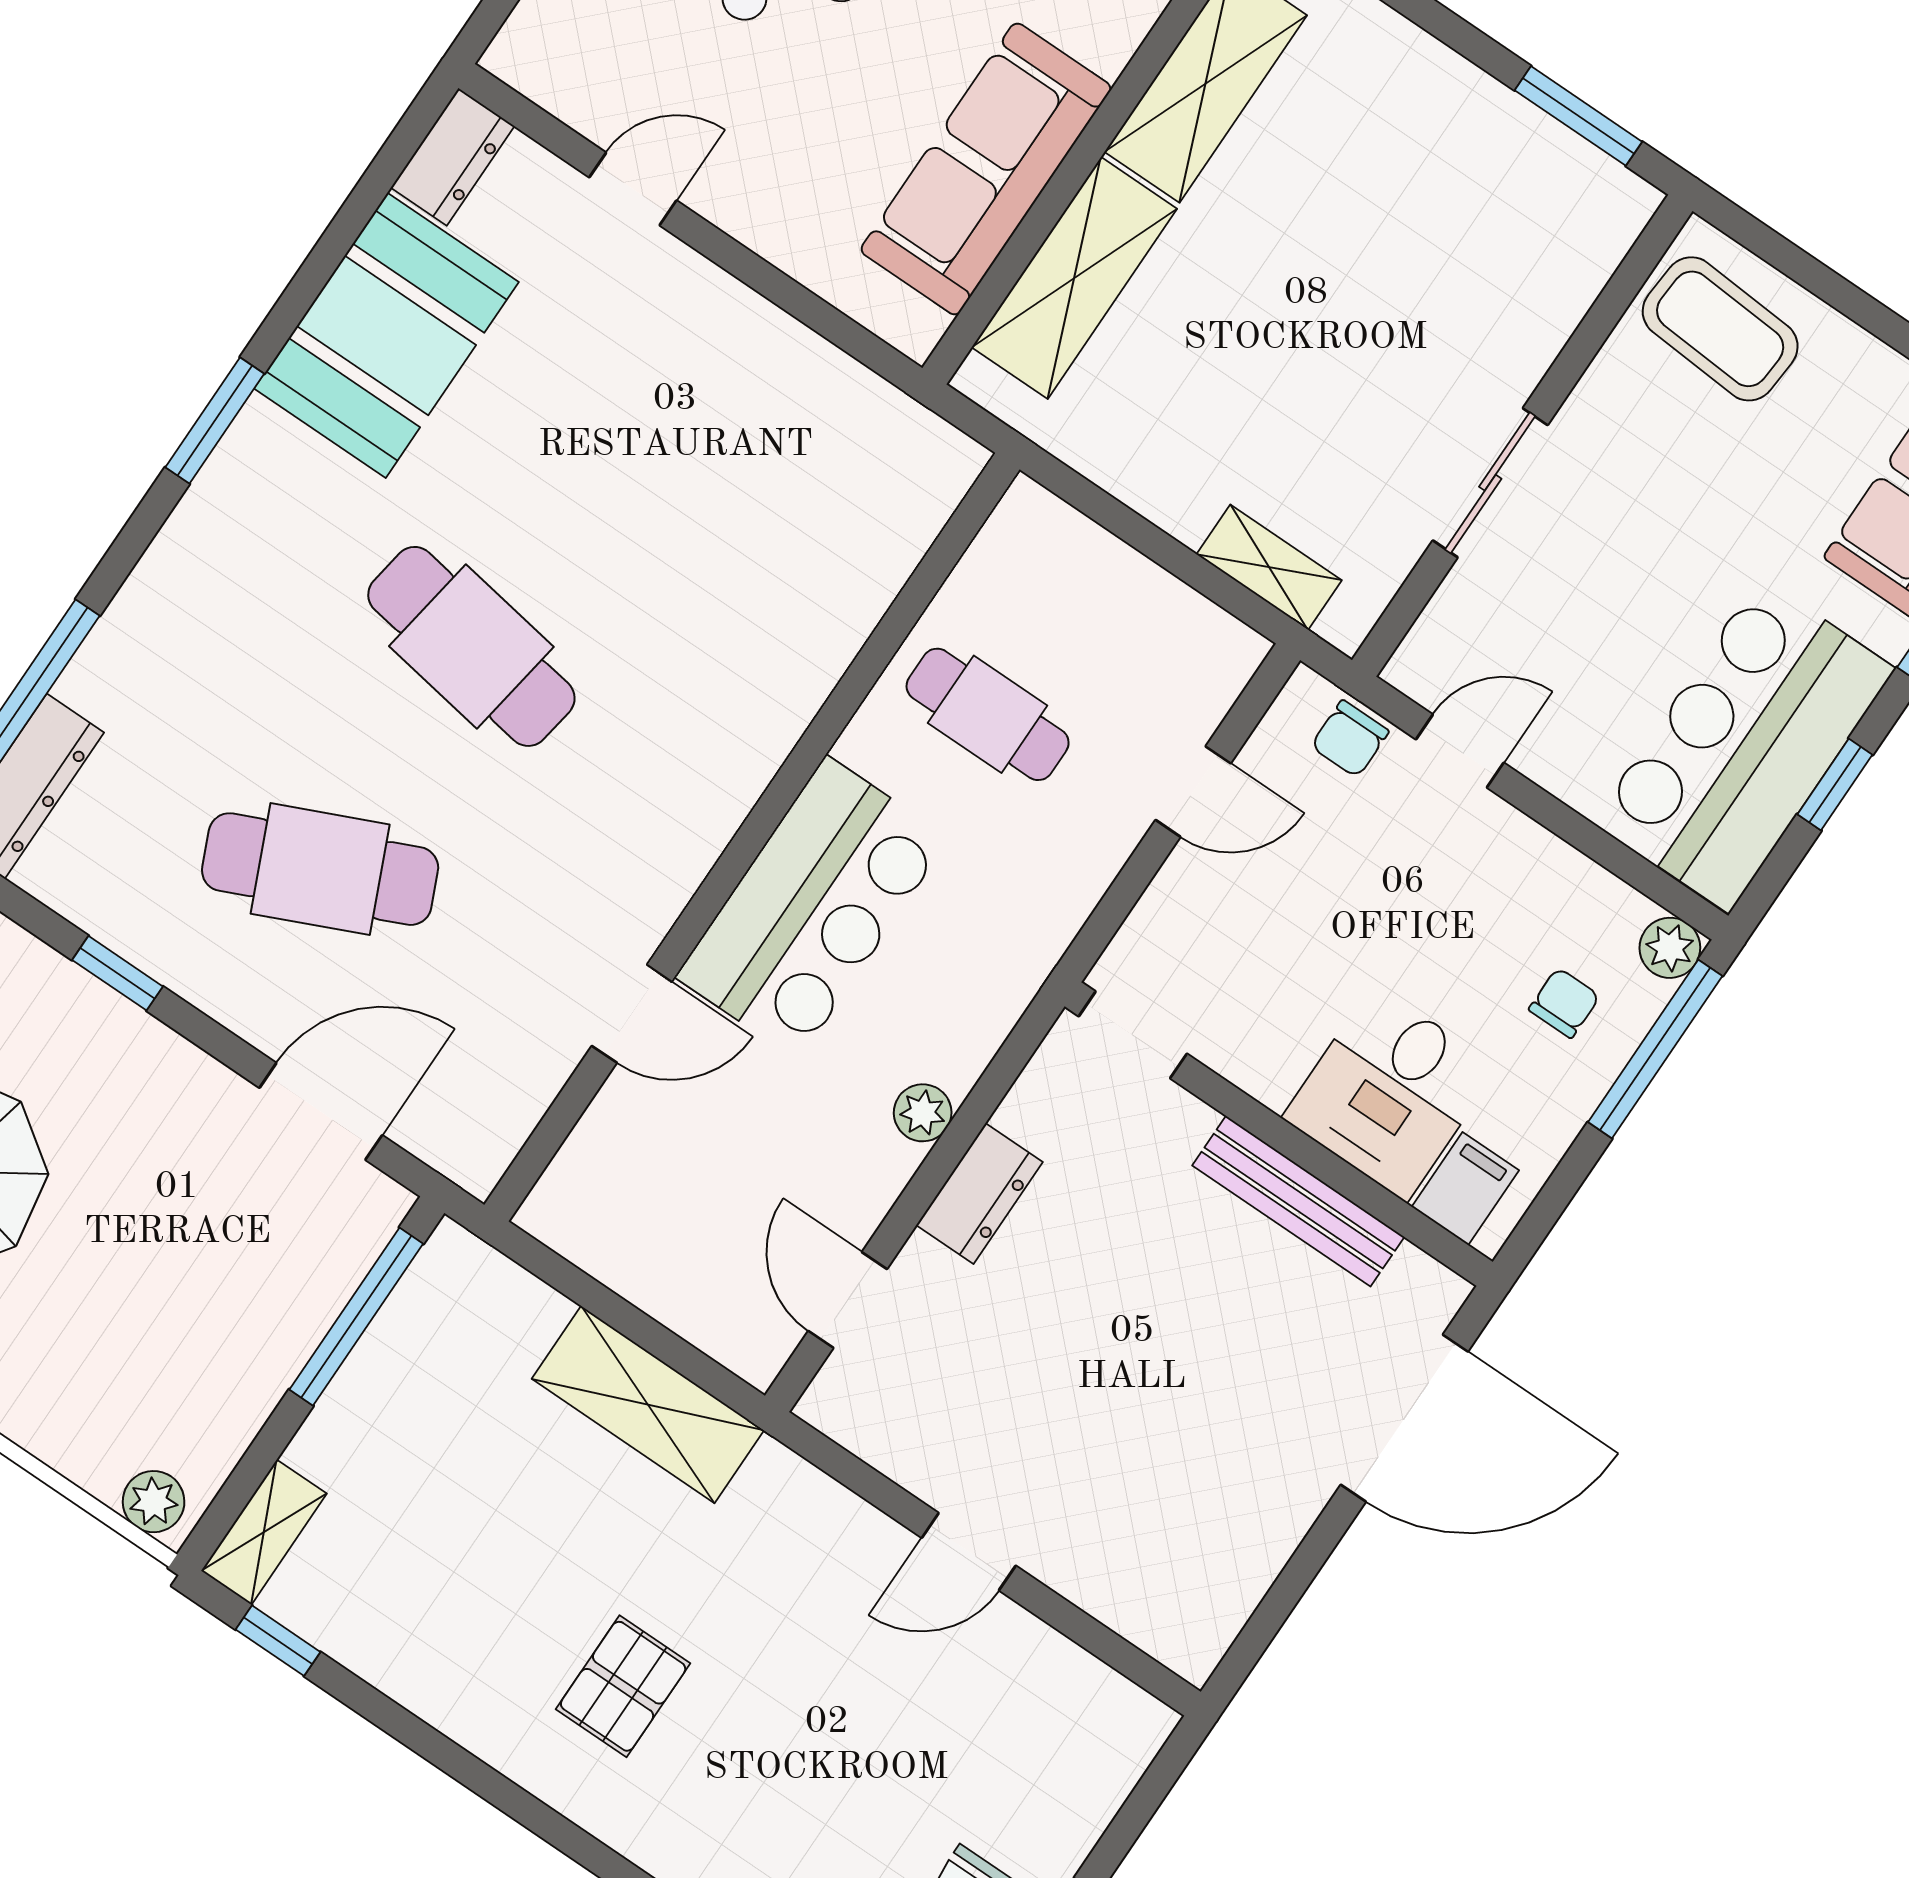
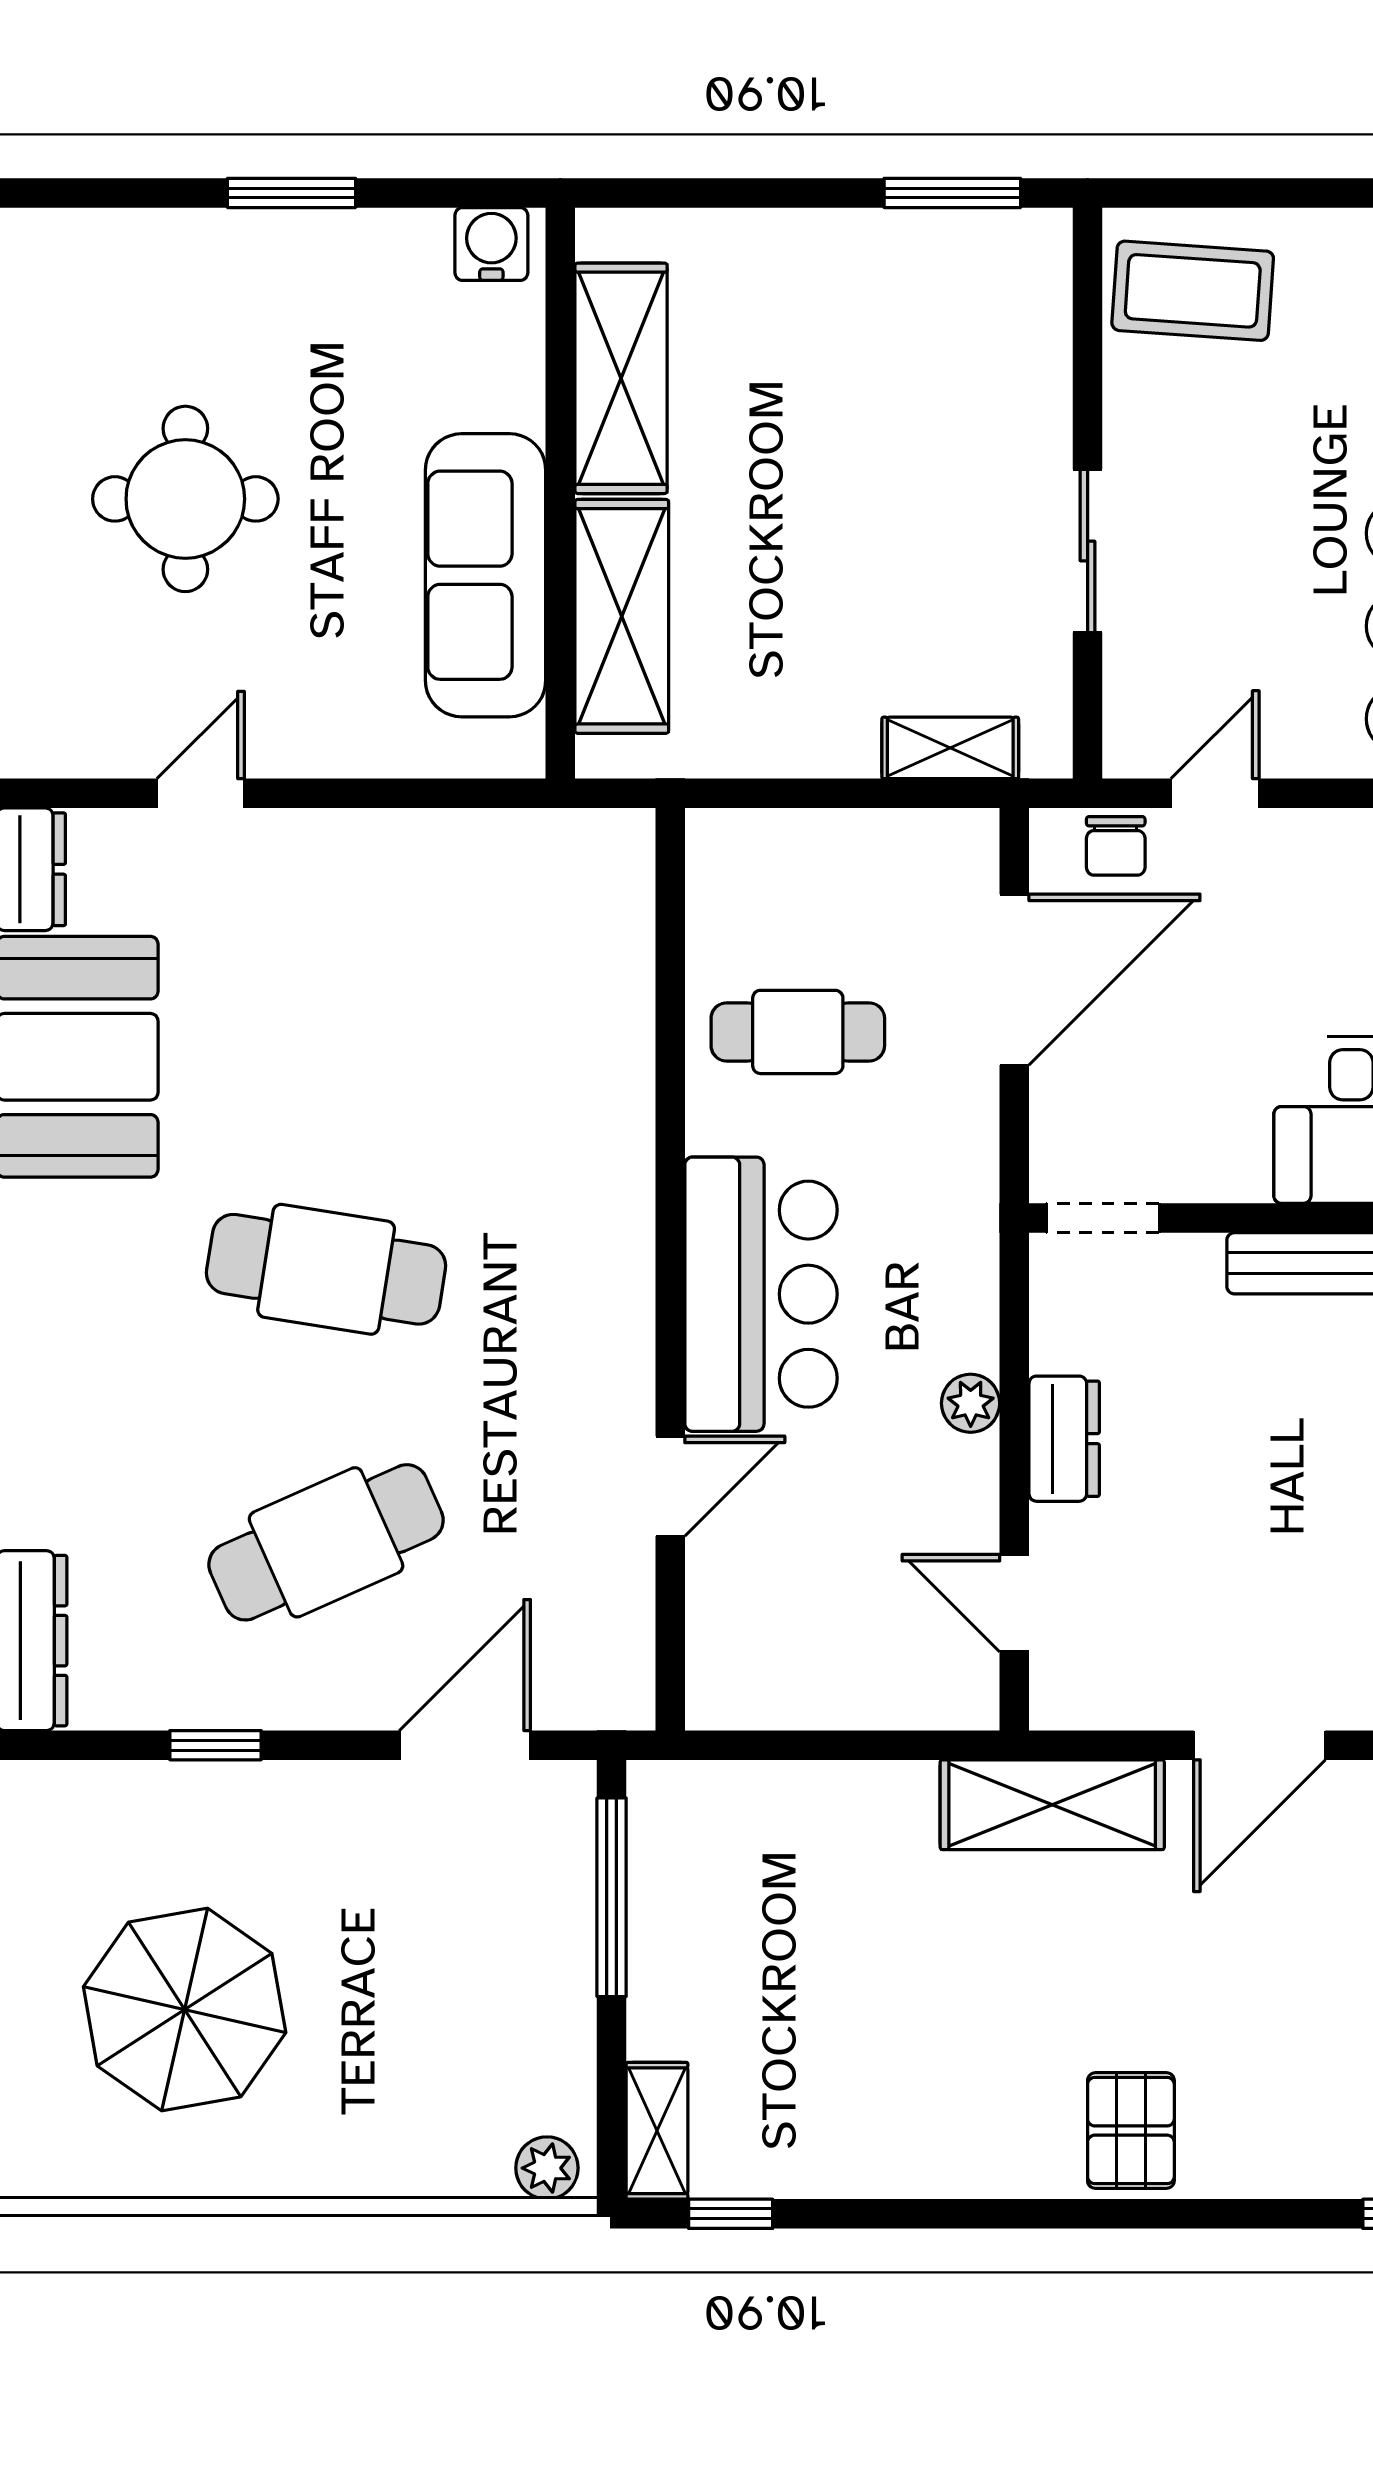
door: (1193, 792) -> (1014, 980), width x1.87
shelving: (648, 1405) -> (1052, 1805), moved
door: (969, 1552) -> (1259, 1745), width x1.38
pallet: (623, 1686) -> (1131, 2131), moved

